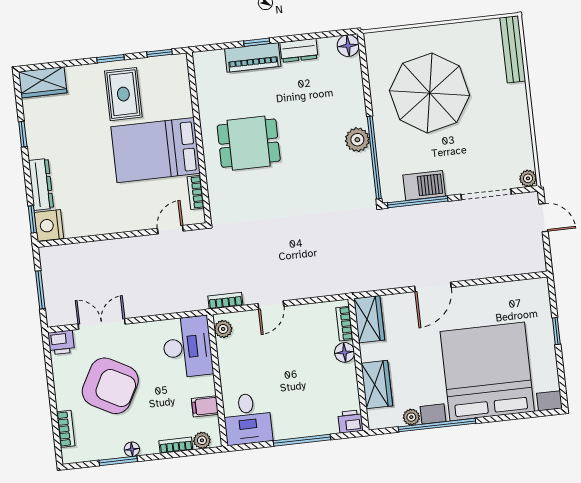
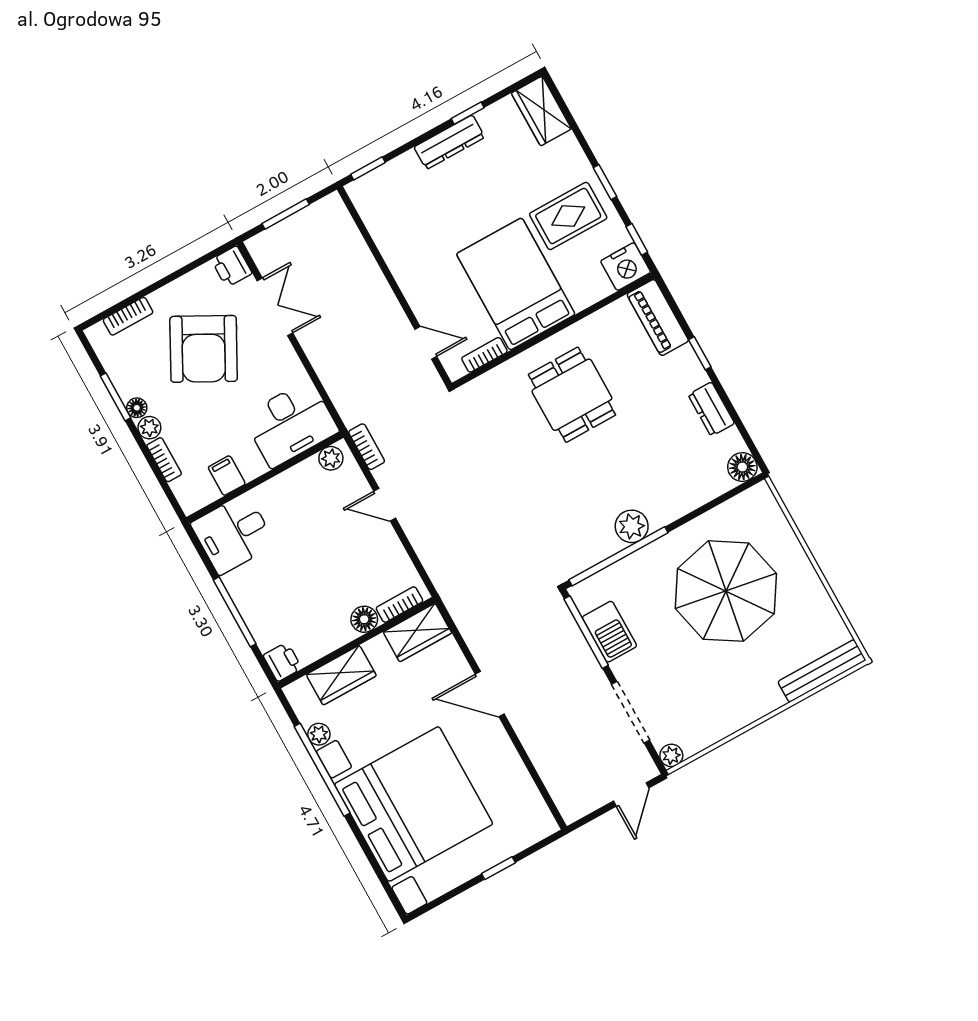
piano: (253, 57) -> (658, 318), moved
dresser: (41, 184) -> (449, 142), moved
nightstand: (49, 225) -> (626, 267), moved, turned 180
plant: (202, 440) -> (149, 428), moved

